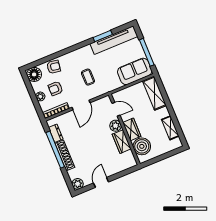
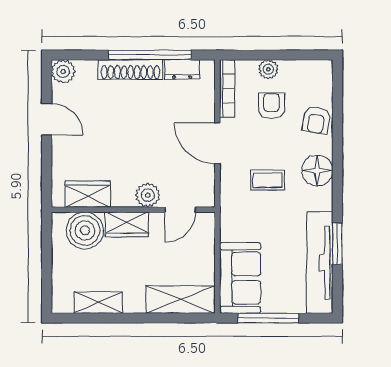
floor lamp: (34, 74) -> (317, 170), moved
wardrobe: (122, 142) -> (88, 194), moved

